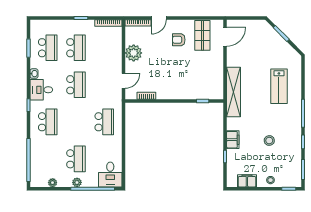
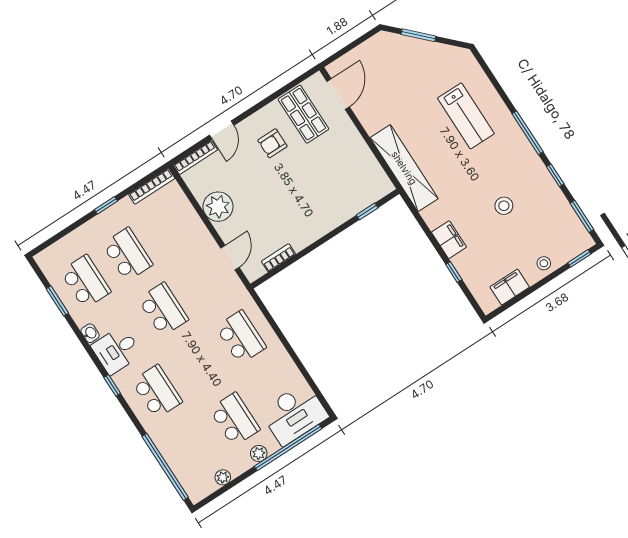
desk: (110, 174) -> (294, 414), width x1.37

